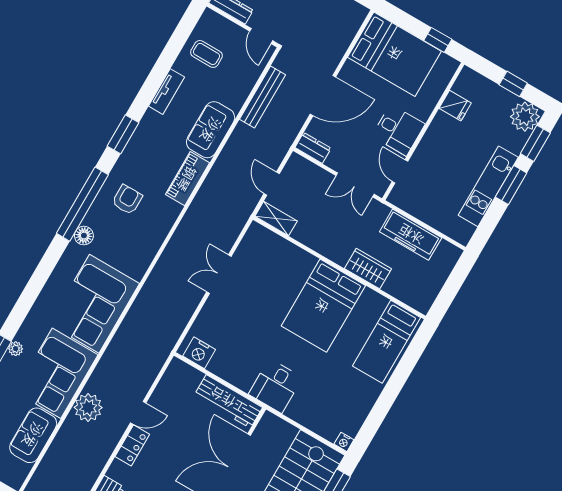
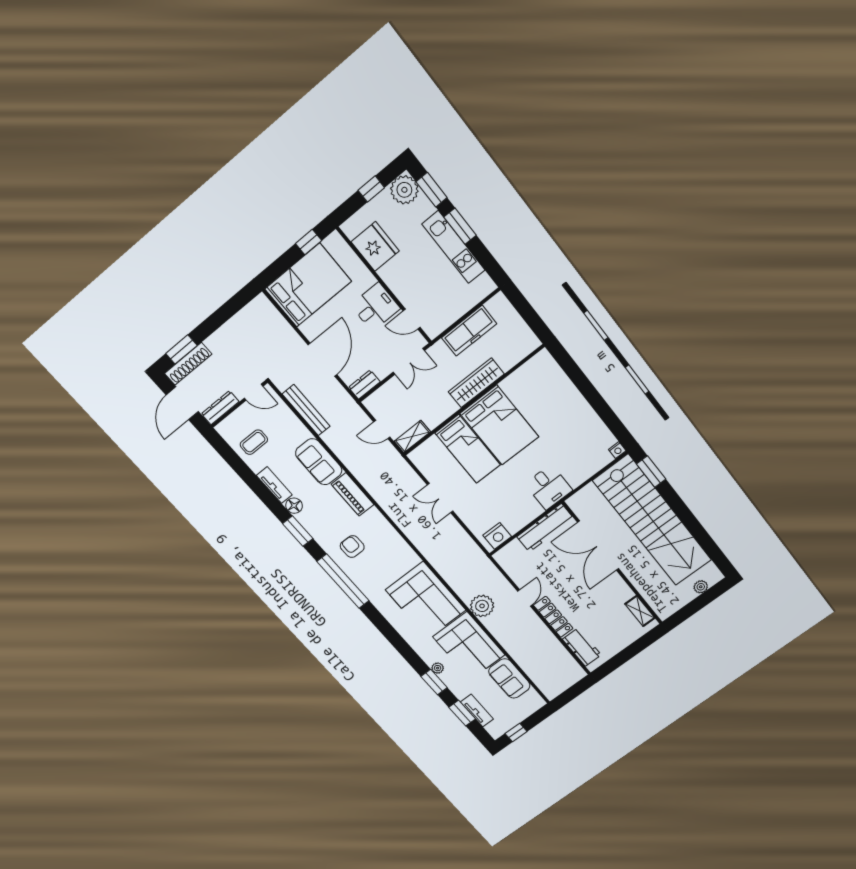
fridge: (455, 106) -> (375, 246), width x1.88, depth x1.34
floor lamp: (84, 236) -> (294, 506), moved
wardrobe: (368, 269) -> (476, 383), width x1.50
bed: (387, 342) -> (468, 449), moved
plant: (88, 408) -> (482, 606), moved
locker: (132, 445) -> (553, 617), width x1.53

